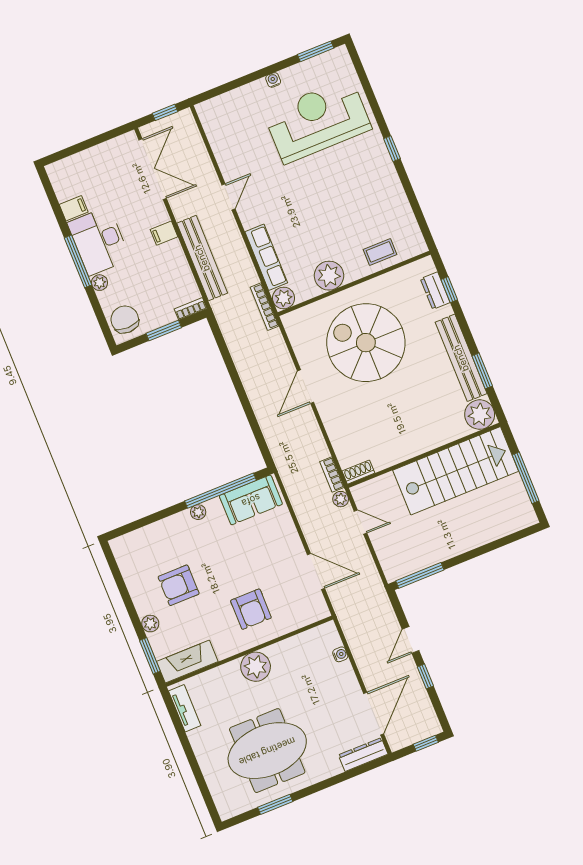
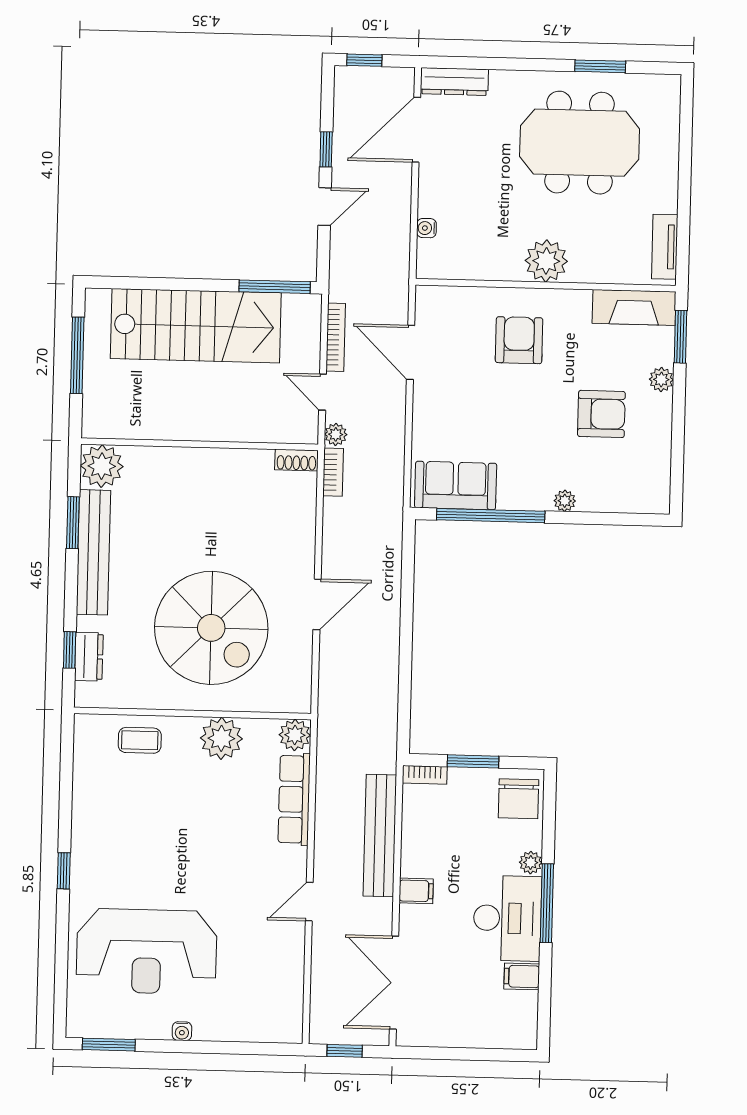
bookcase: (264, 307) -> (336, 337), moved
stairs: (456, 471) -> (196, 326), moved, turned 180
plant: (198, 512) -> (565, 501), moved

